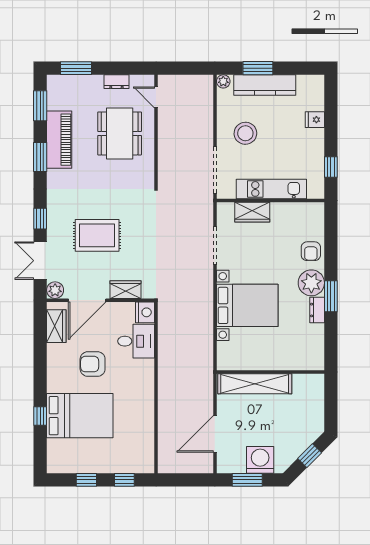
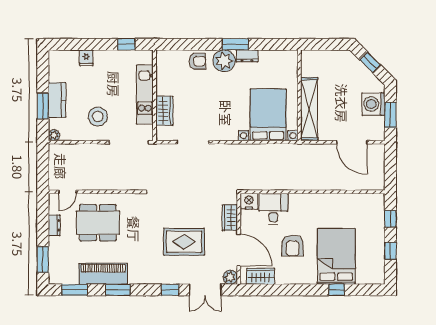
kitchen counter: (265, 85) -> (57, 100), width x0.67
rug: (97, 235) -> (184, 242), turned 90
bed with nightstands: (247, 305) -> (268, 115), moved

